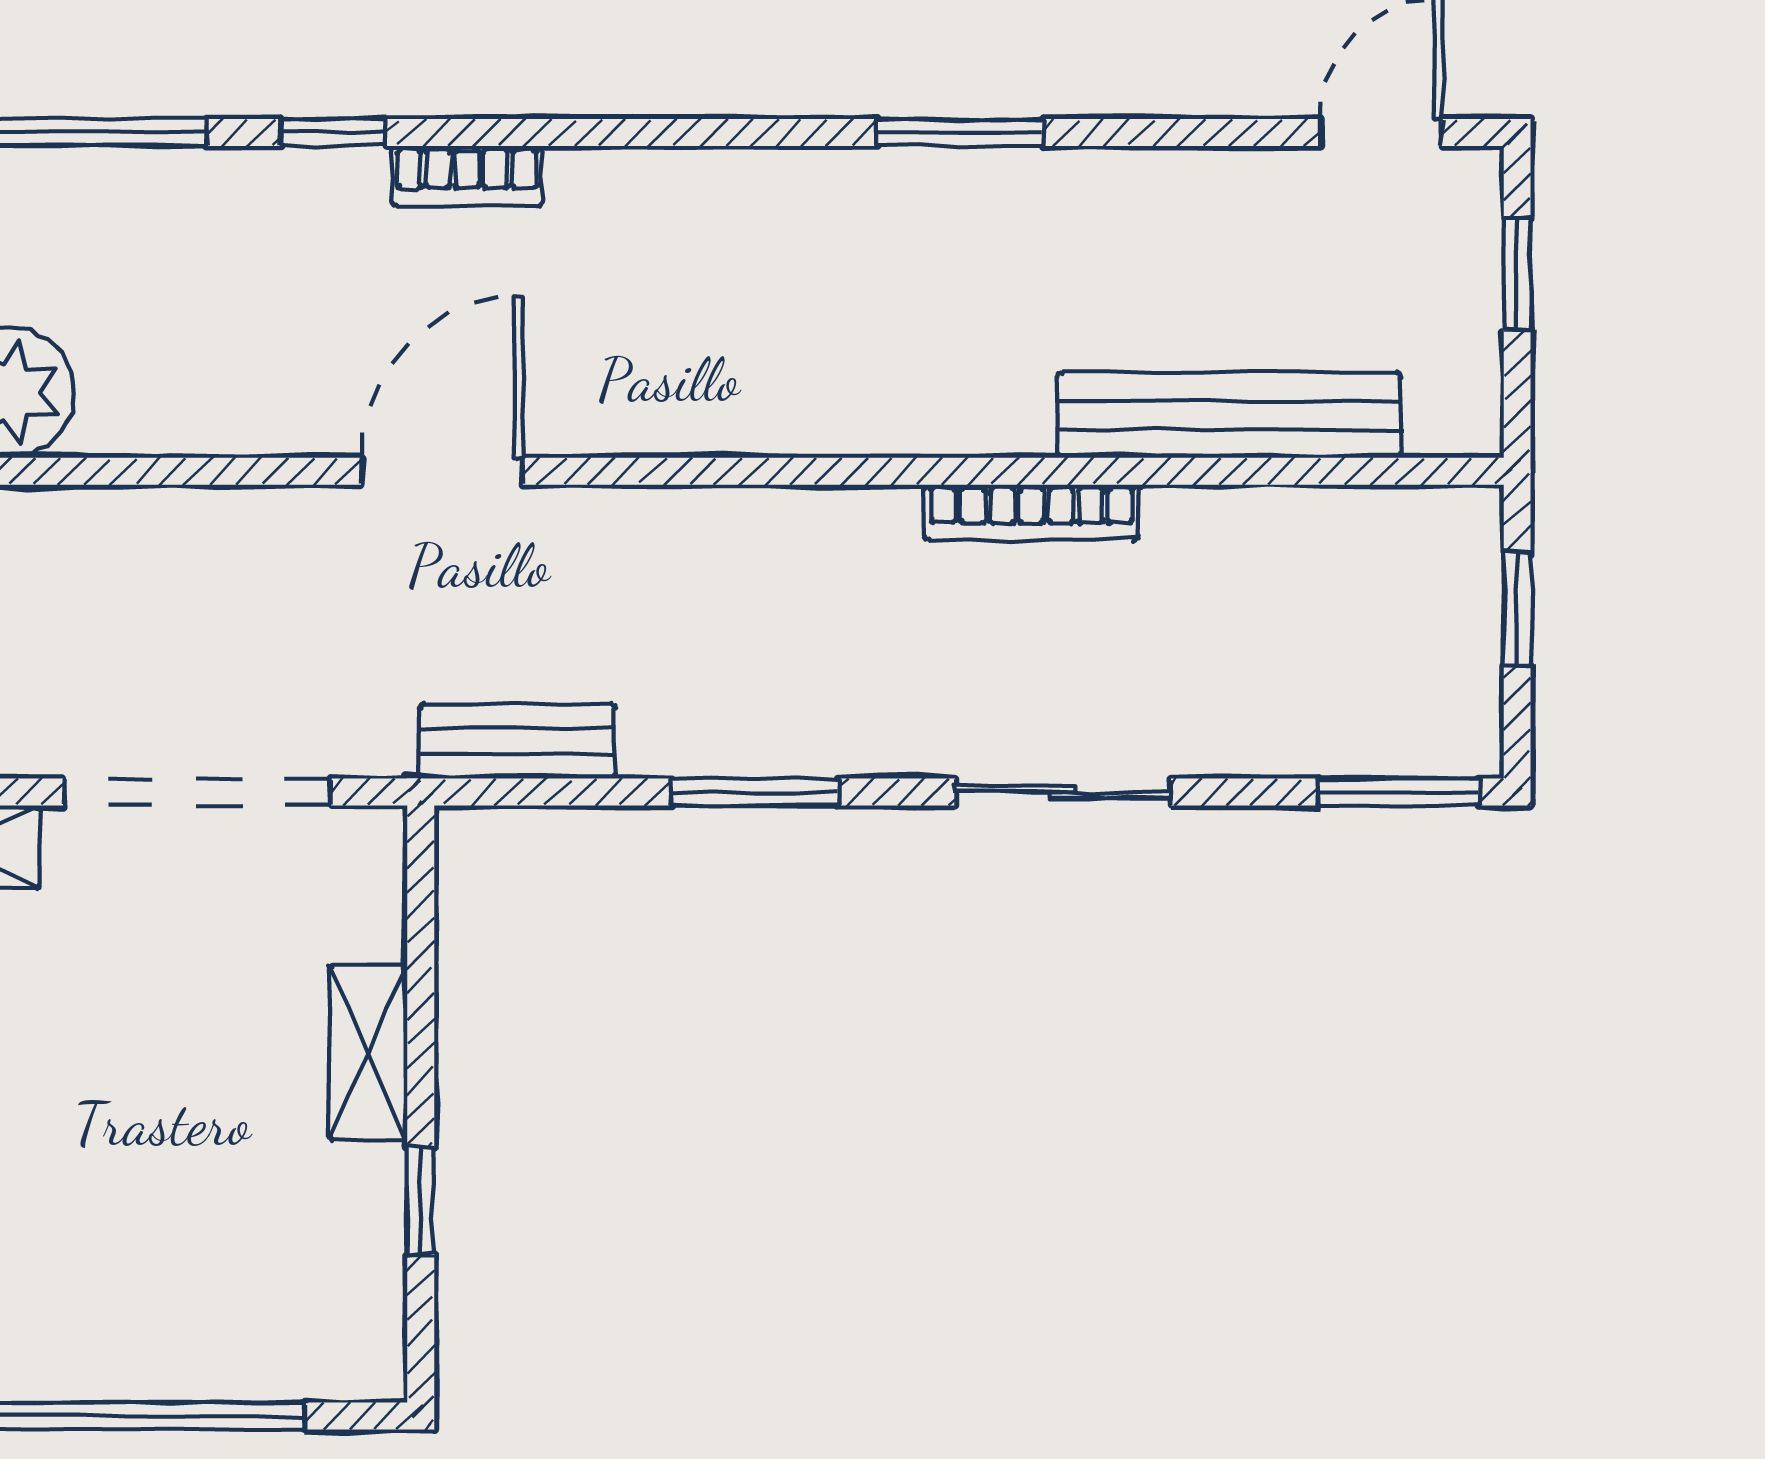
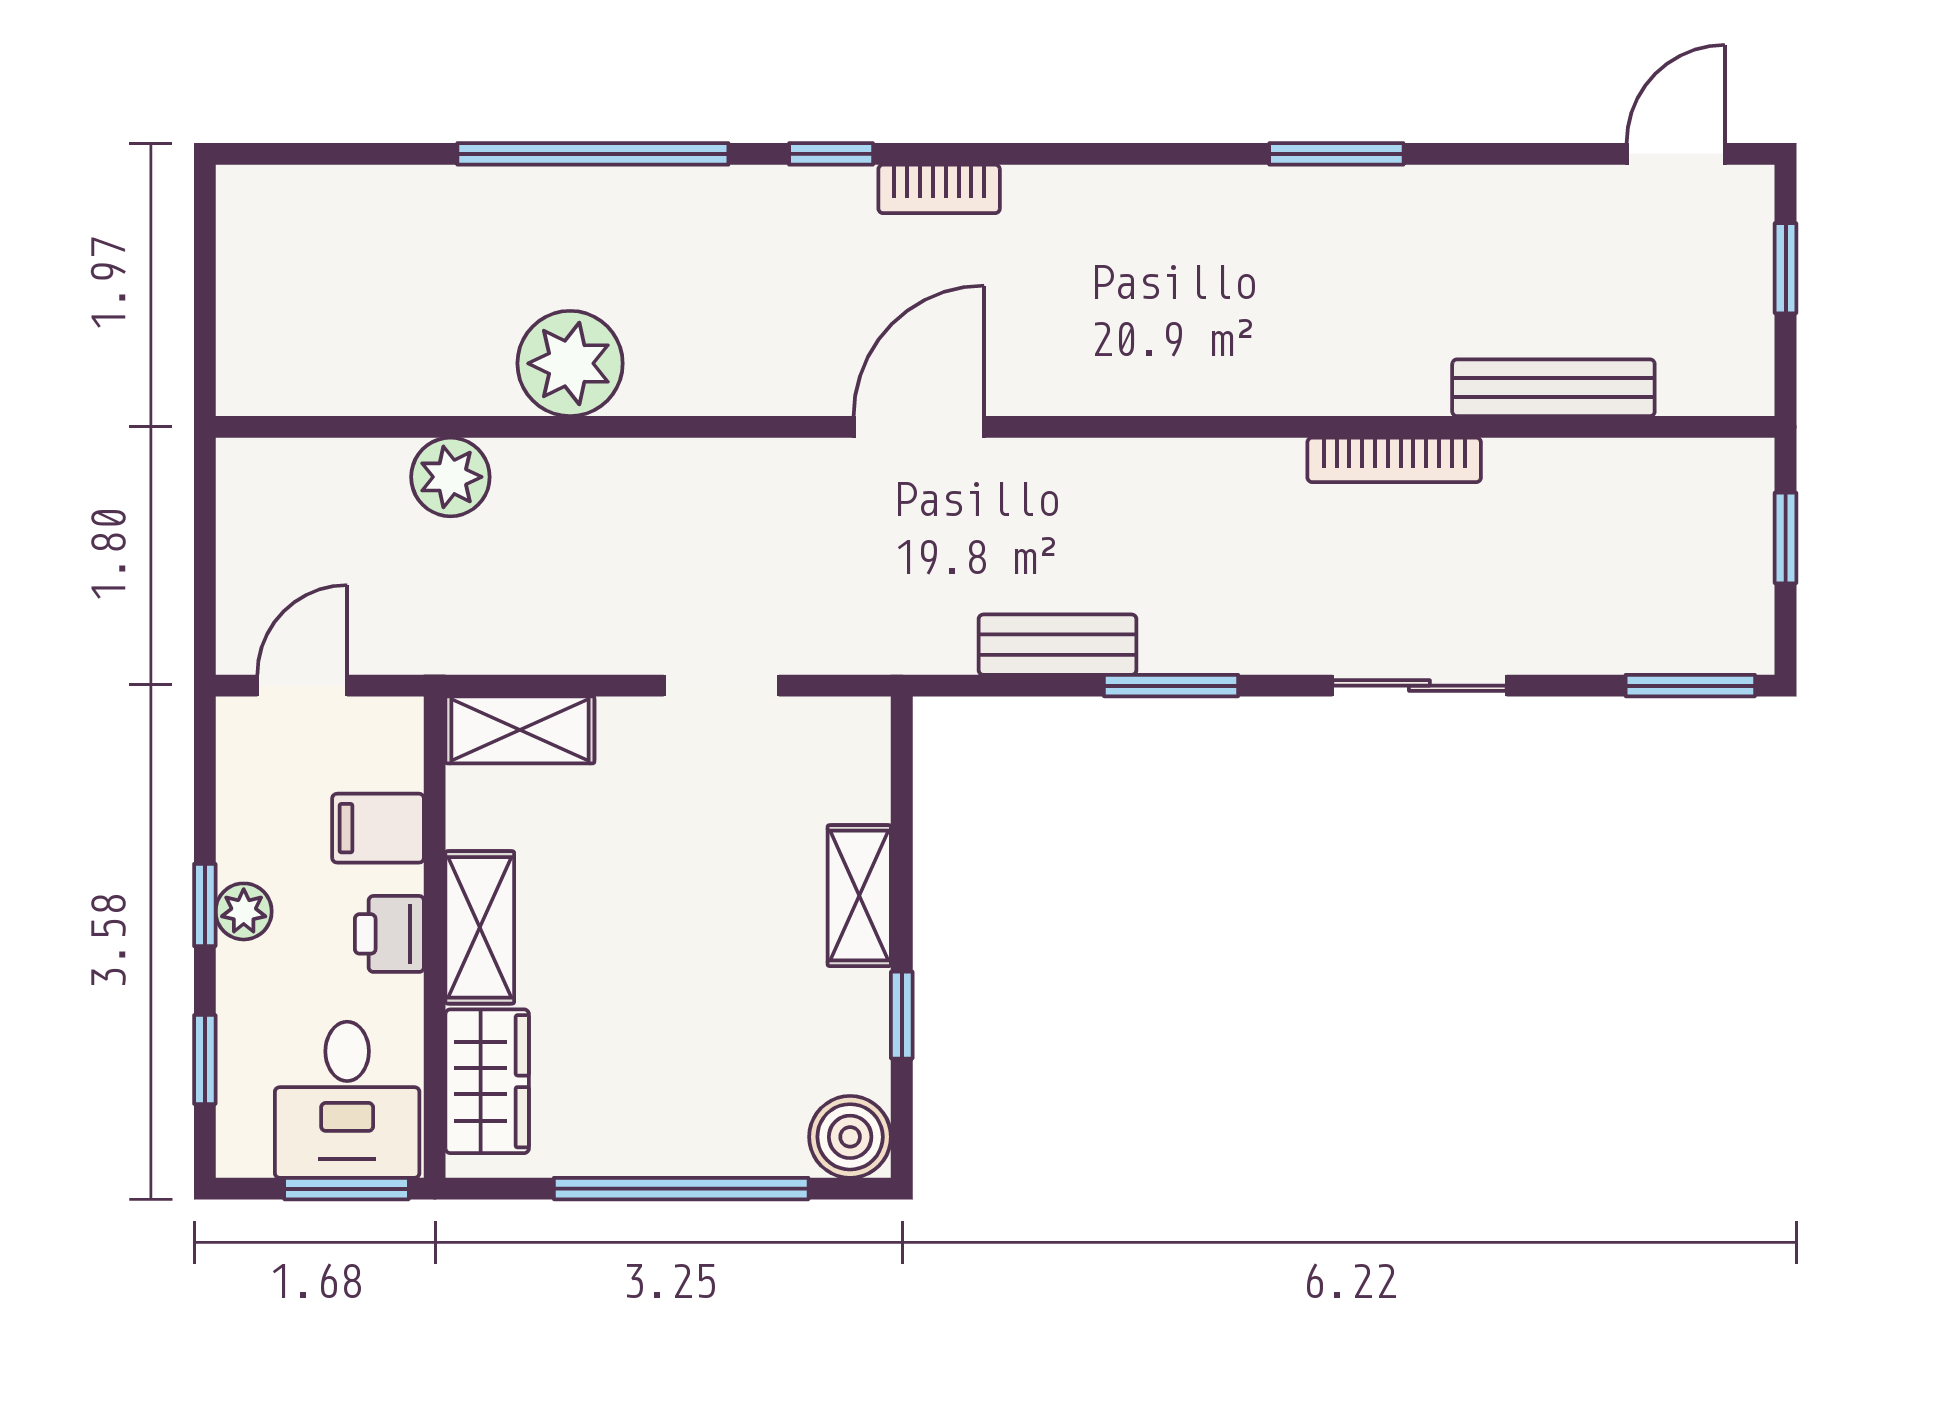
bench: (1229, 415) -> (1553, 388), width x0.73, depth x0.82
bench: (517, 741) -> (1057, 645), moved
doorway: (197, 792) -> (721, 686), width x0.53
boiler: (357, 1352) -> (850, 1137), added

